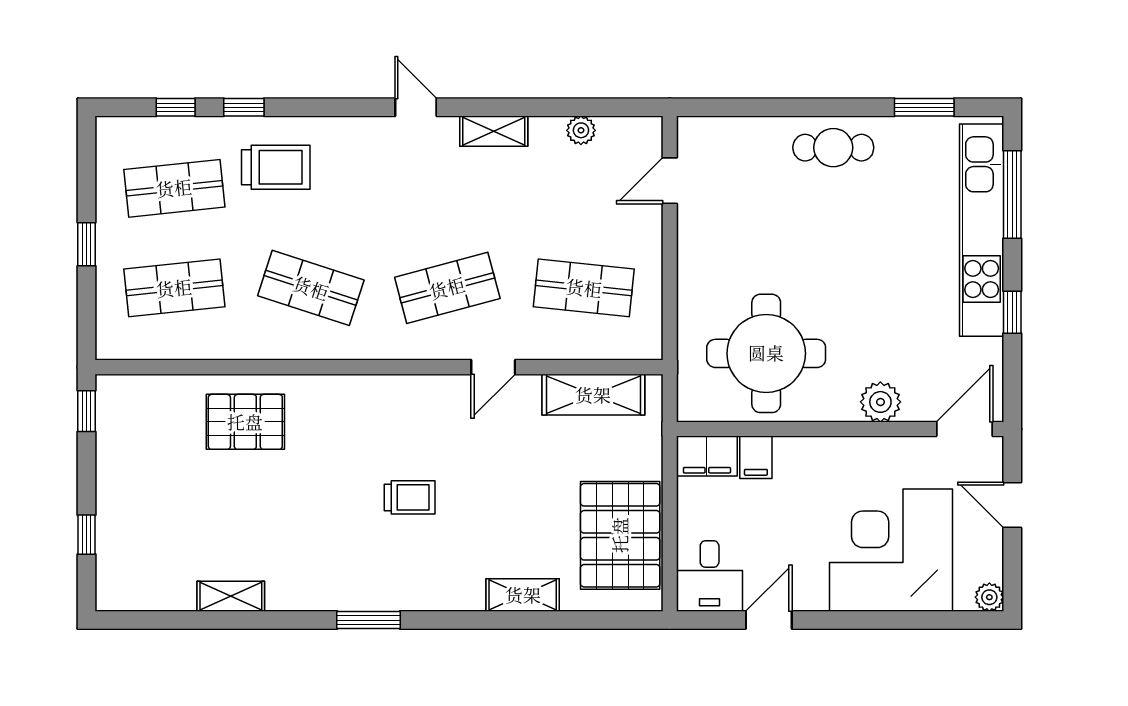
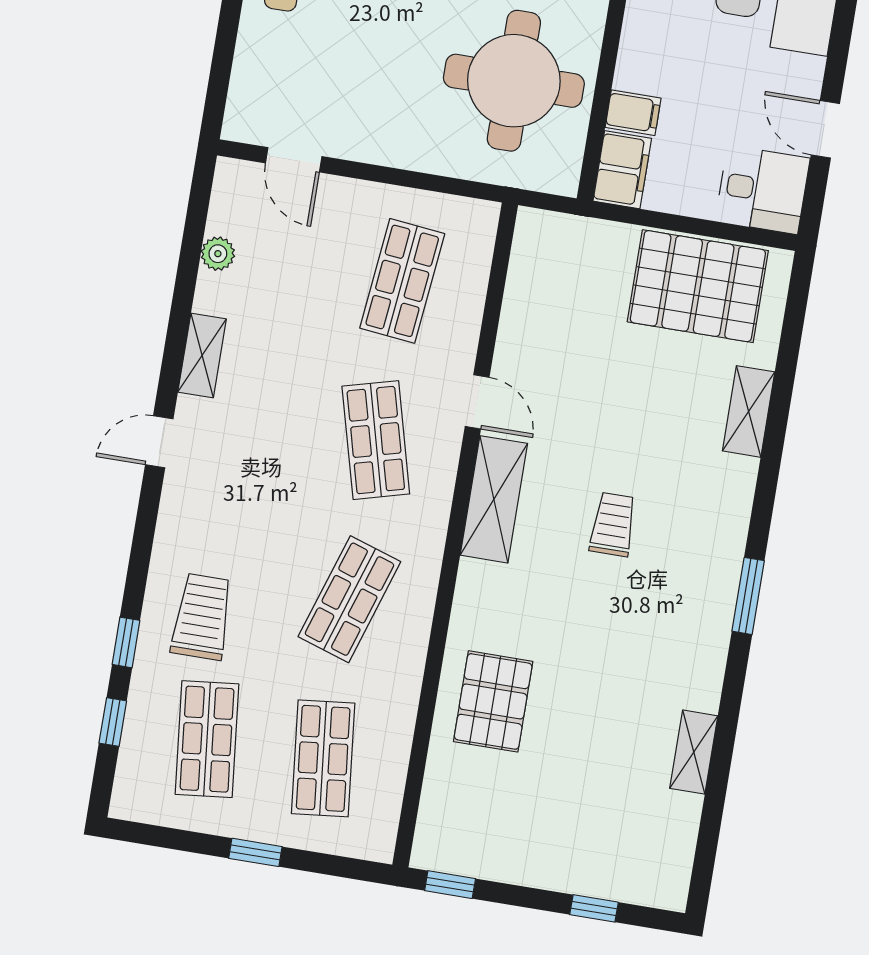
shelving: (593, 395) -> (494, 499), moved

